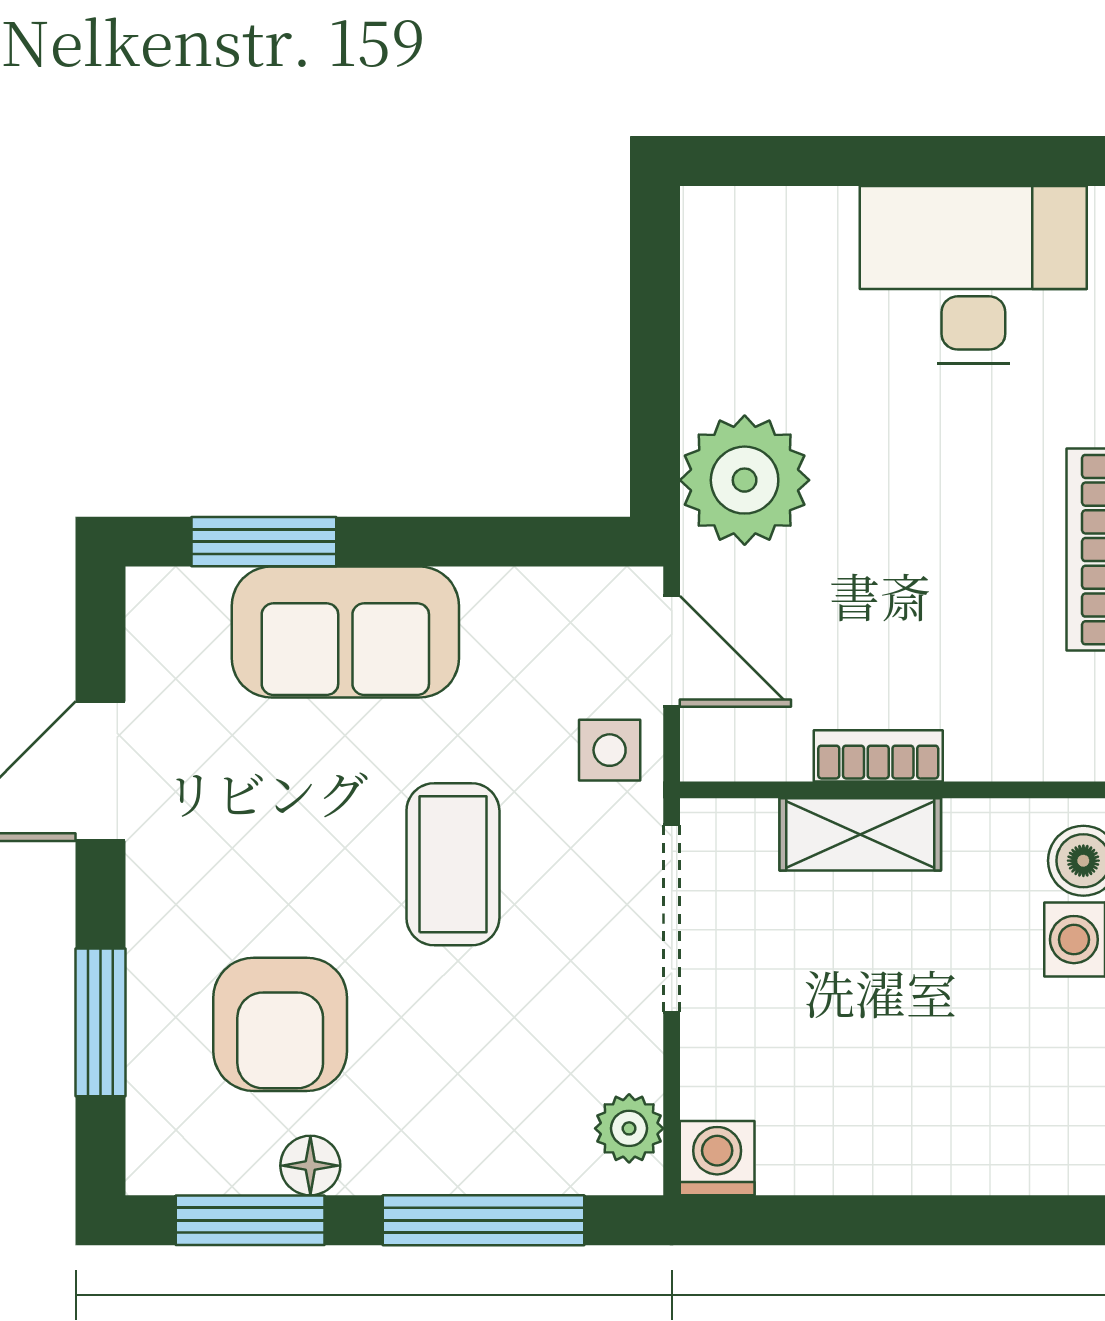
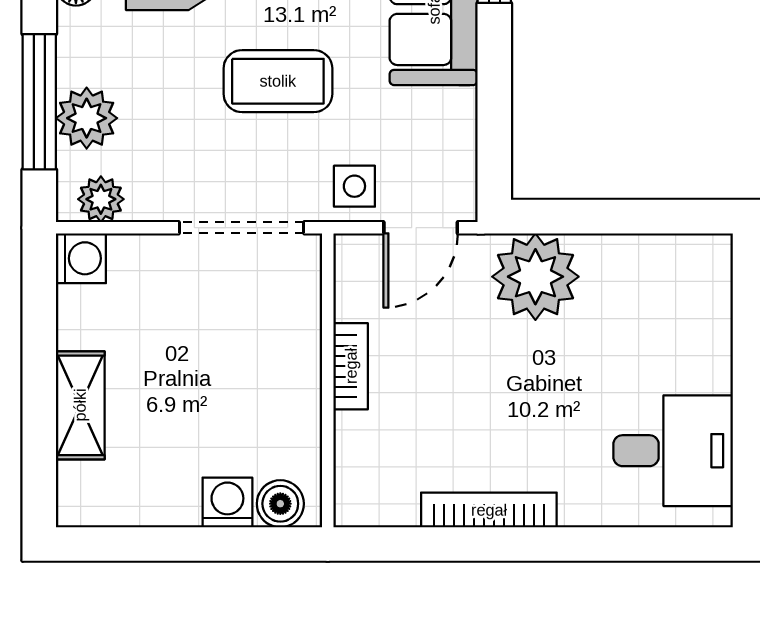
desk: (973, 275) -> (673, 451), width x0.73
shelving: (860, 834) -> (80, 405), moved
plant: (508, 1150) -> (87, 118), added

